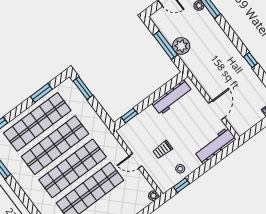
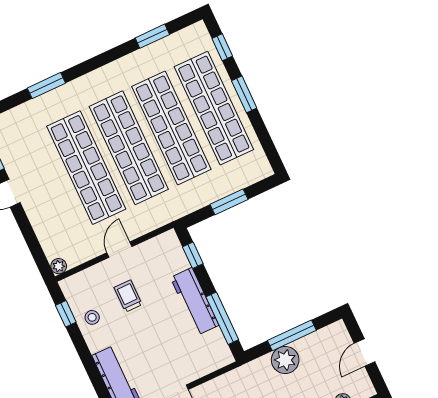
window: (83, 88) -> (229, 202), moved
window: (164, 90) -> (222, 318), added
window: (41, 93) -> (244, 94), moved
workbench: (172, 97) -> (195, 301), moved

